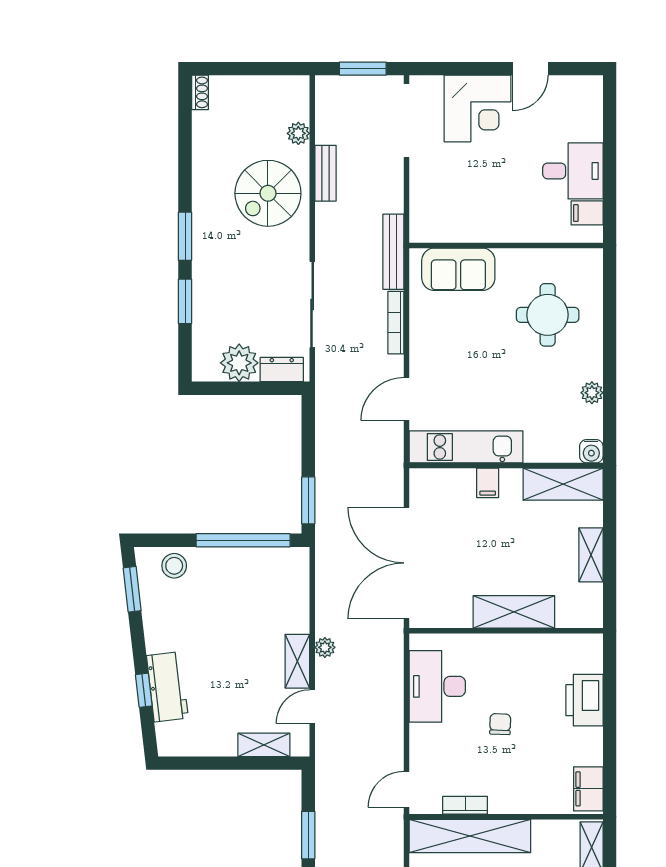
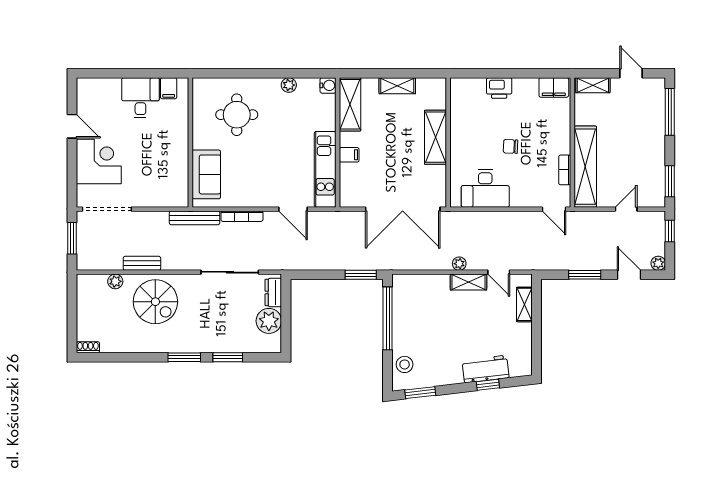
printer: (584, 700) -> (499, 88), width x0.73, depth x0.84

